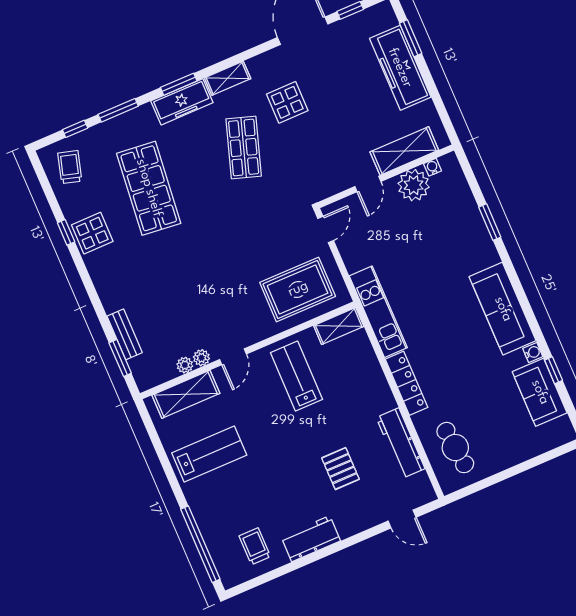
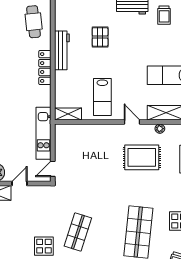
rug: (298, 289) -> (142, 157), moved
kitchen unit: (378, 312) -> (43, 133), moved
door: (233, 357) -> (132, 122), hinge flipped
plant: (201, 358) -> (149, 129), removed
workbench: (401, 443) -> (62, 50), moved

